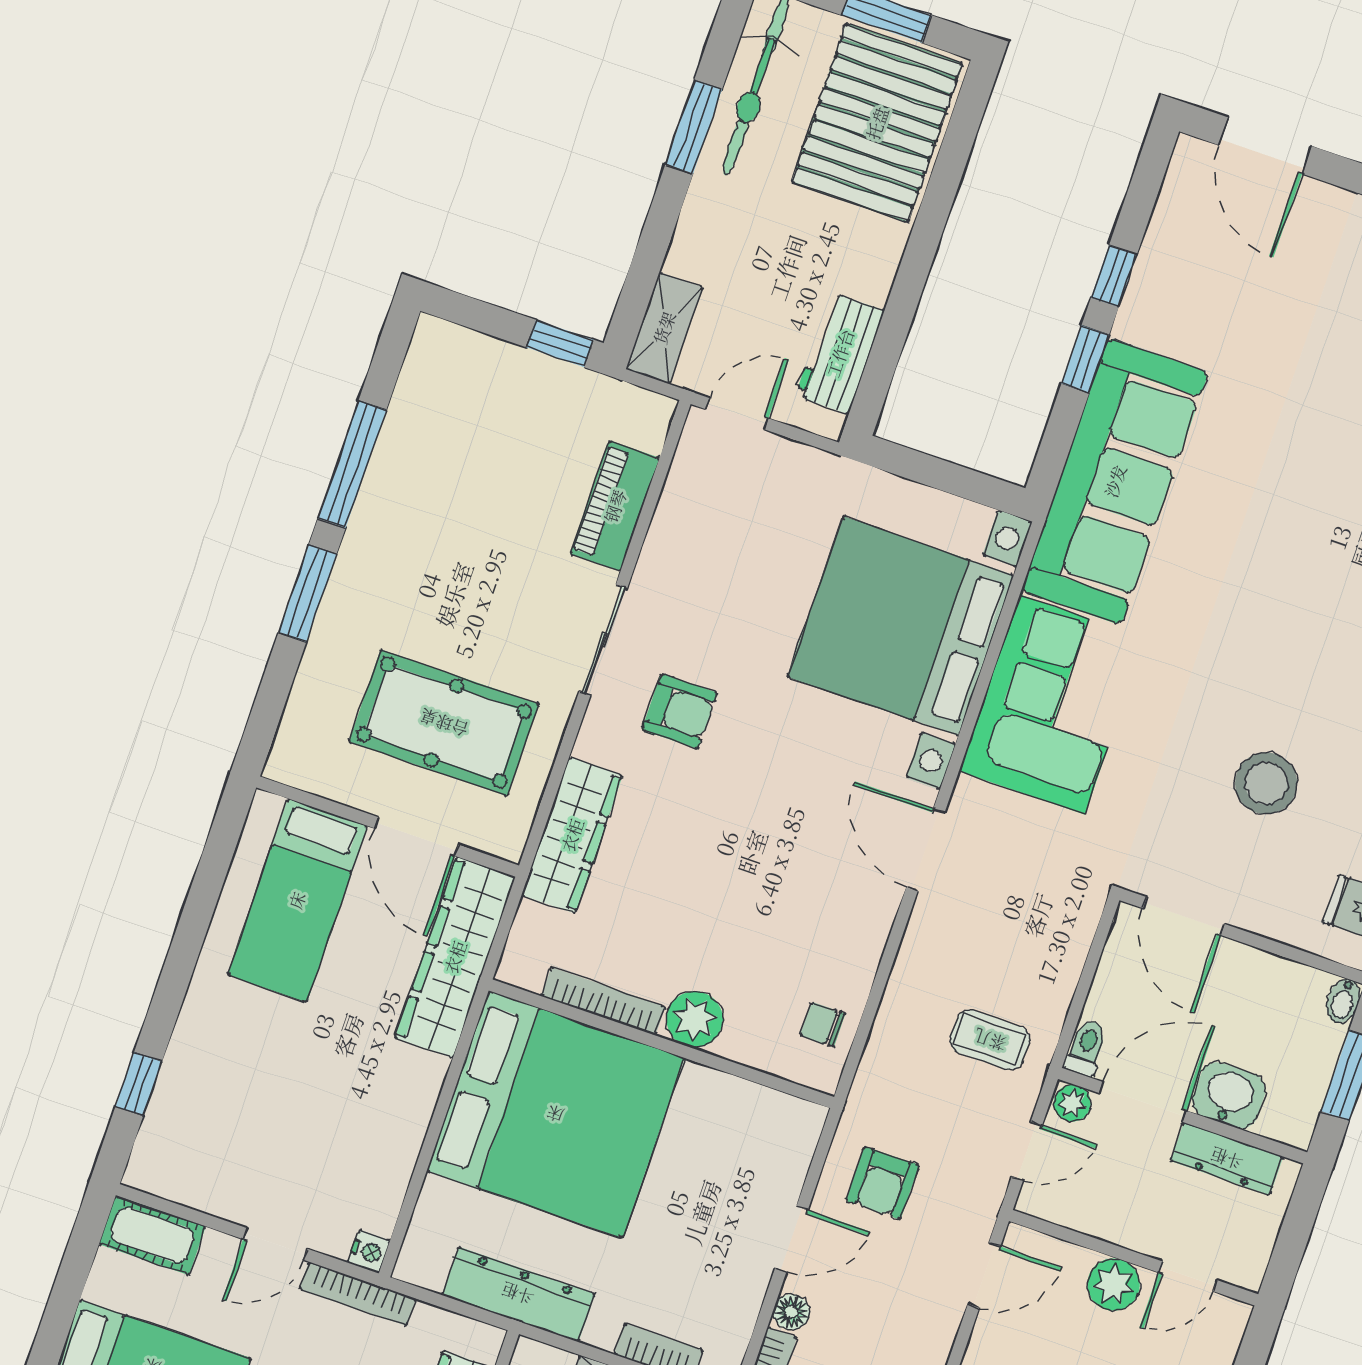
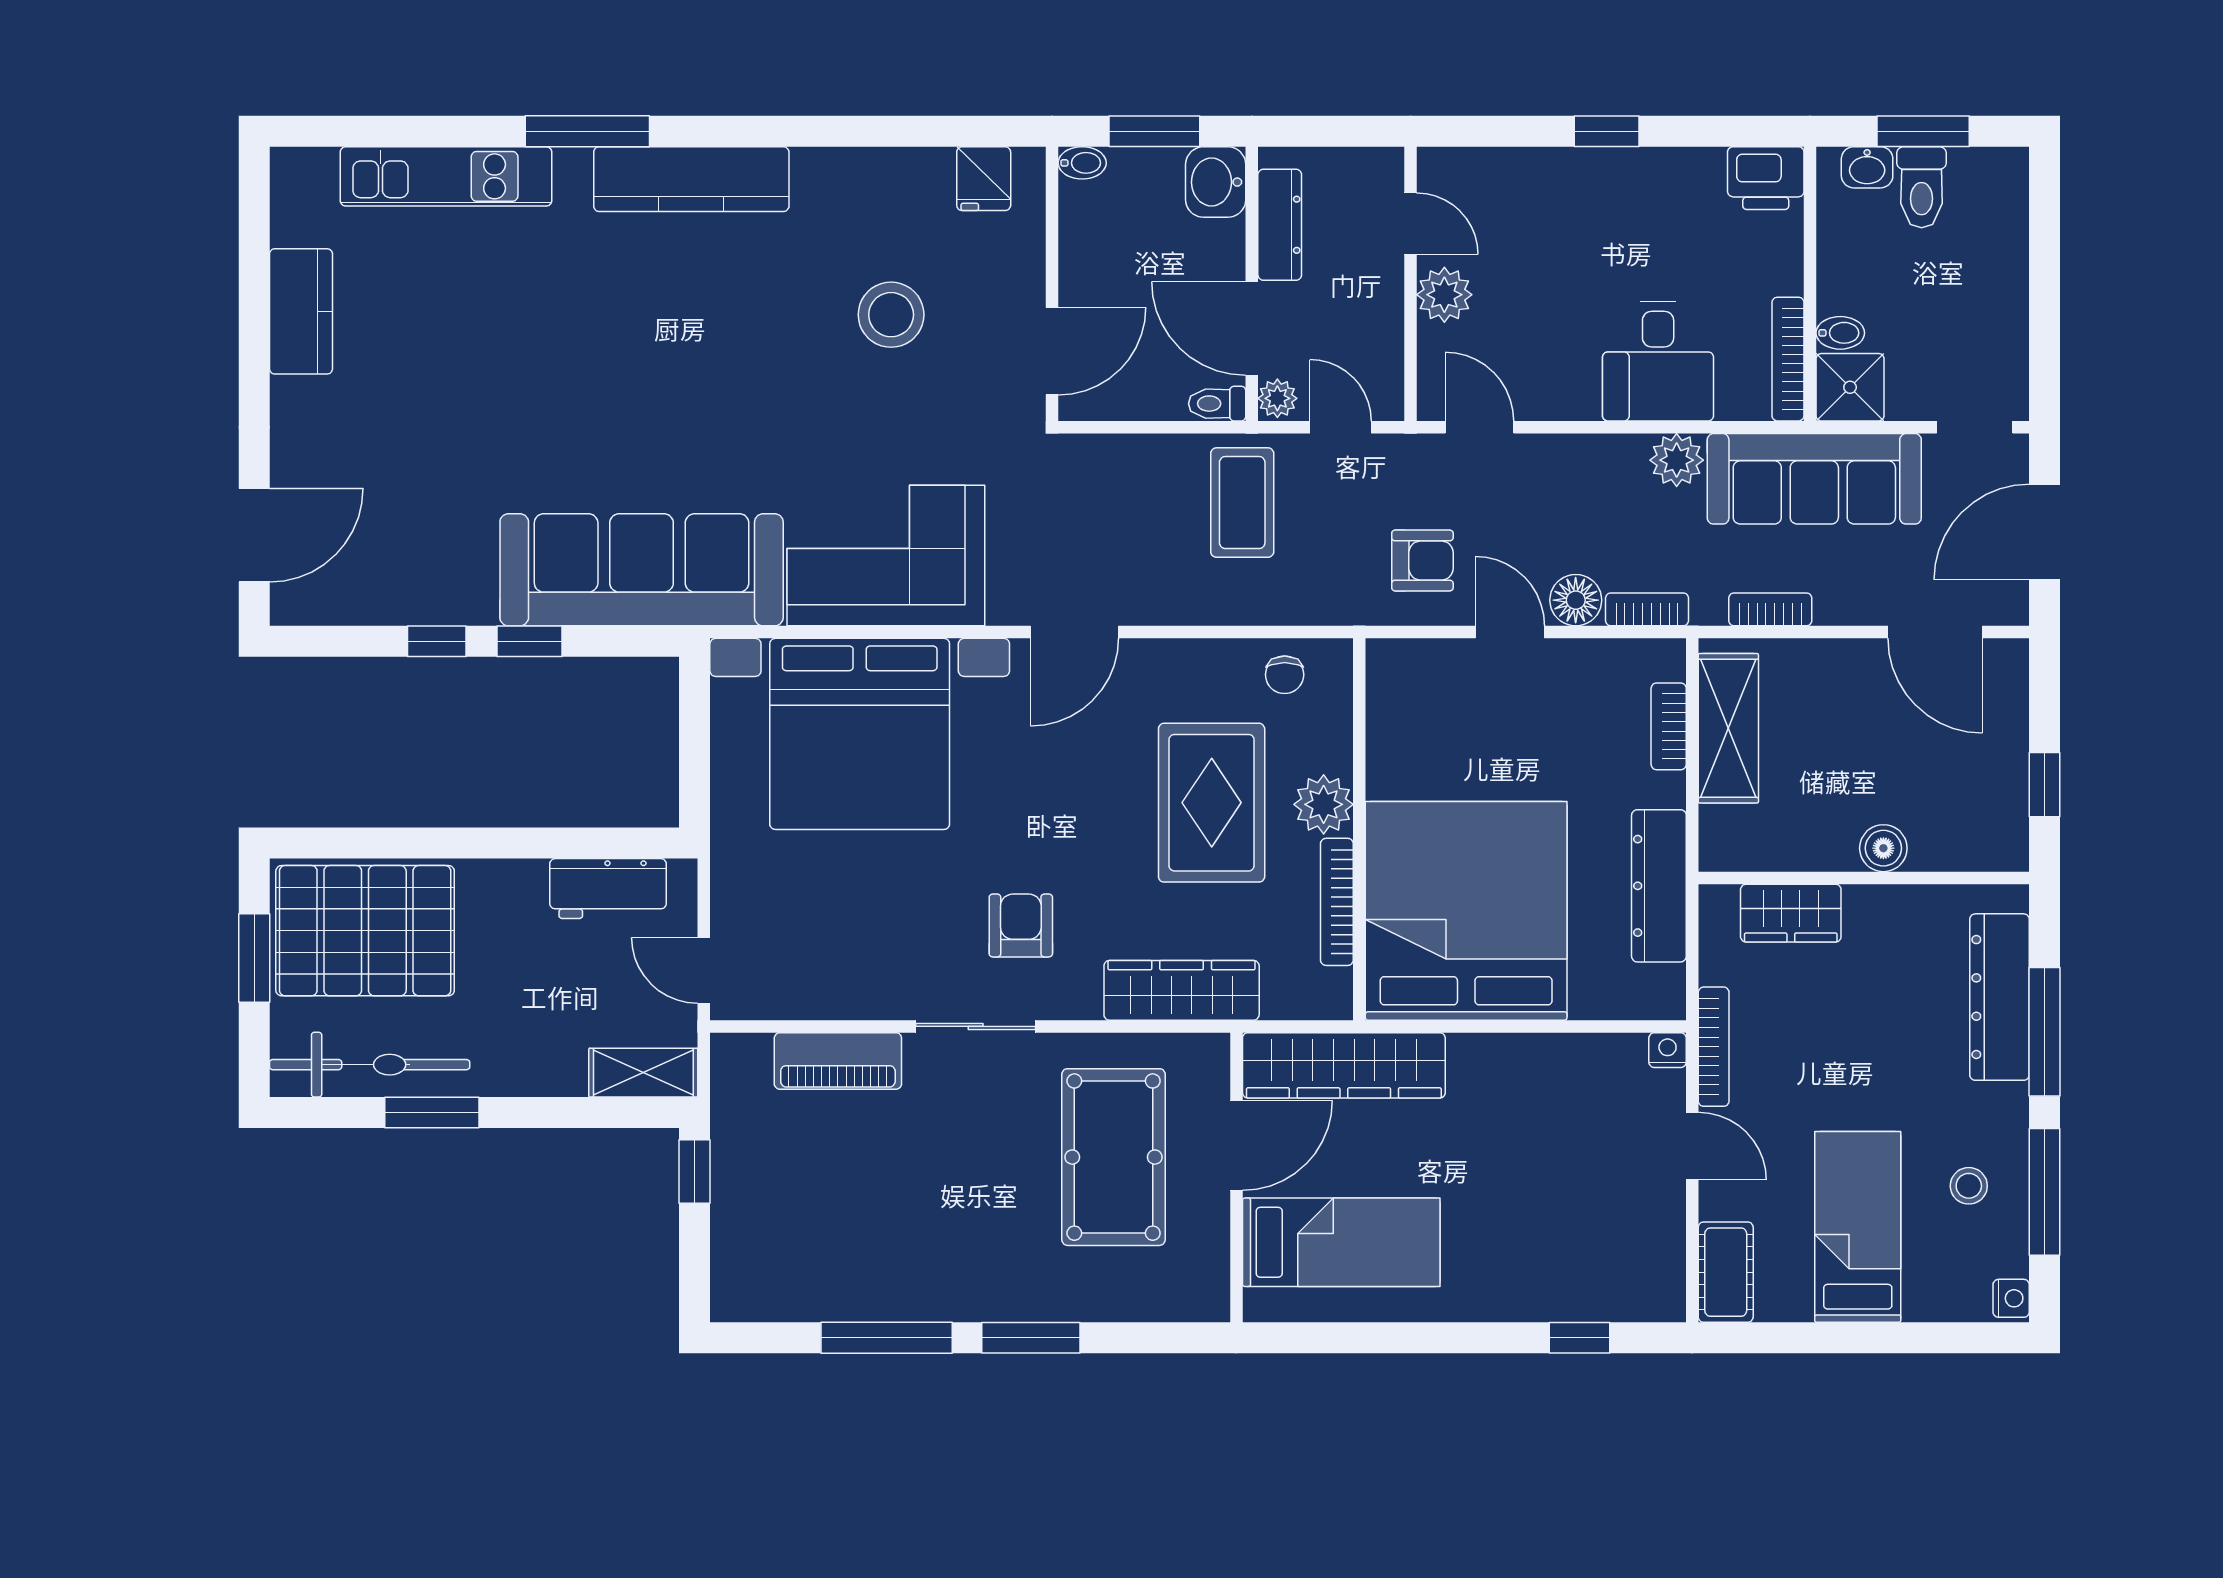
rug: (731, 920) -> (1212, 803), added
coffee table: (990, 1040) -> (1242, 503), width x1.36, depth x1.30
washbasin: (1229, 1095) -> (1216, 182), moved
floor lamp: (791, 1312) -> (1576, 600), width x1.37, depth x1.37

